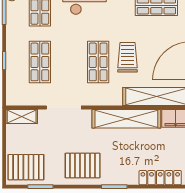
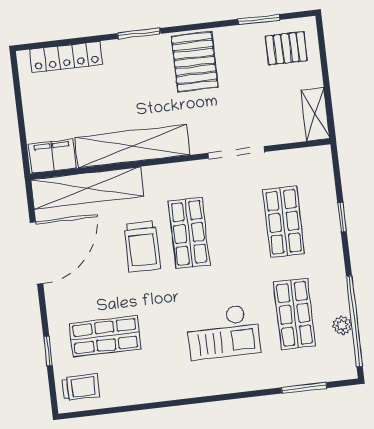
shelving: (22, 116) -> (315, 114), moved, turned 90
pallet: (83, 165) -> (195, 62), turned 90
pallet: (26, 167) -> (286, 48), width x0.67, depth x0.71

